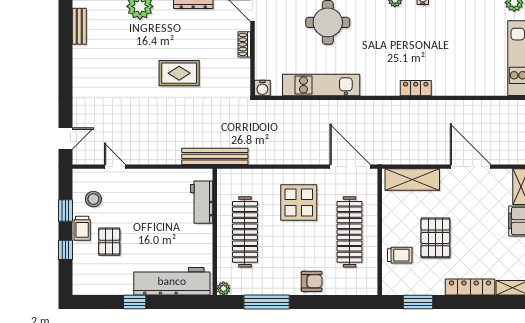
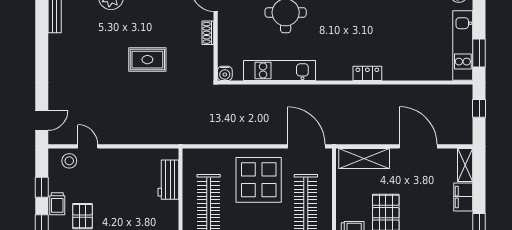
bench: (215, 156) -> (181, 137), removed
stool: (93, 199) -> (69, 161), moved
display table: (299, 203) -> (259, 180), width x1.36, depth x1.36

